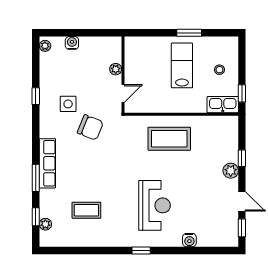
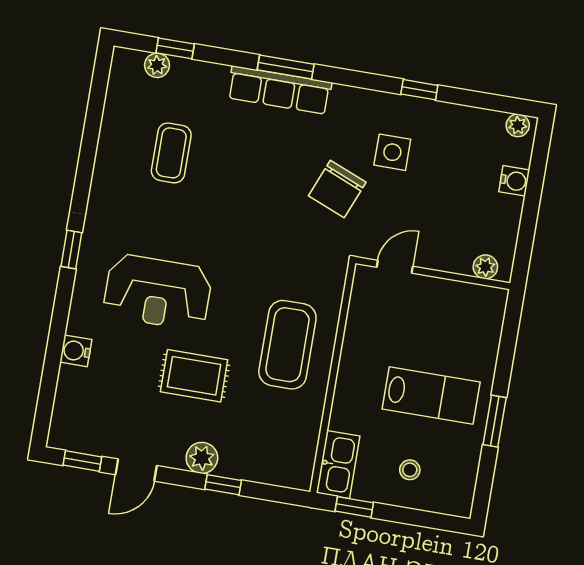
plant: (116, 69) -> (485, 267), moved
door: (123, 93) -> (395, 267), swing flipped
window: (36, 178) -> (286, 67), moved
rug: (192, 181) -> (194, 376), added

